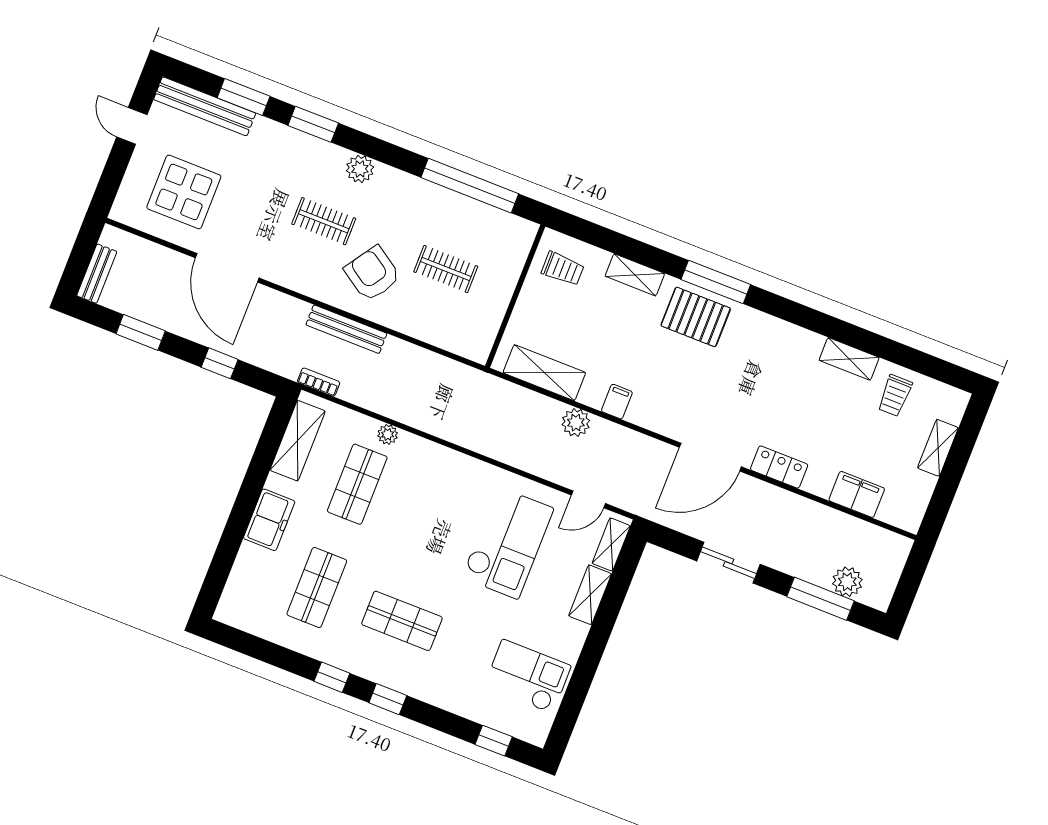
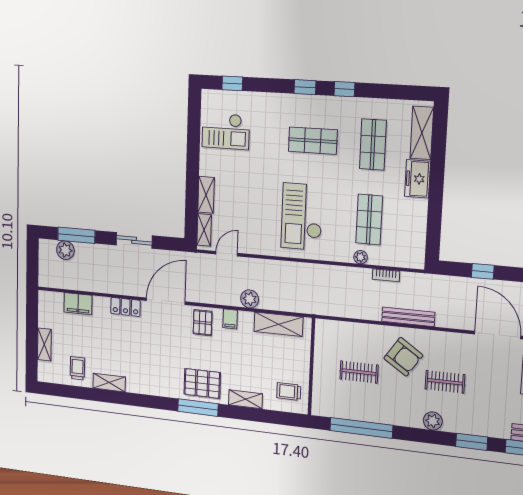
bookcase: (319, 382) -> (386, 275), moved
pallet: (663, 408) -> (203, 323), added
shelving: (298, 441) -> (422, 133), moved
checkout: (508, 543) -> (302, 217), moved

